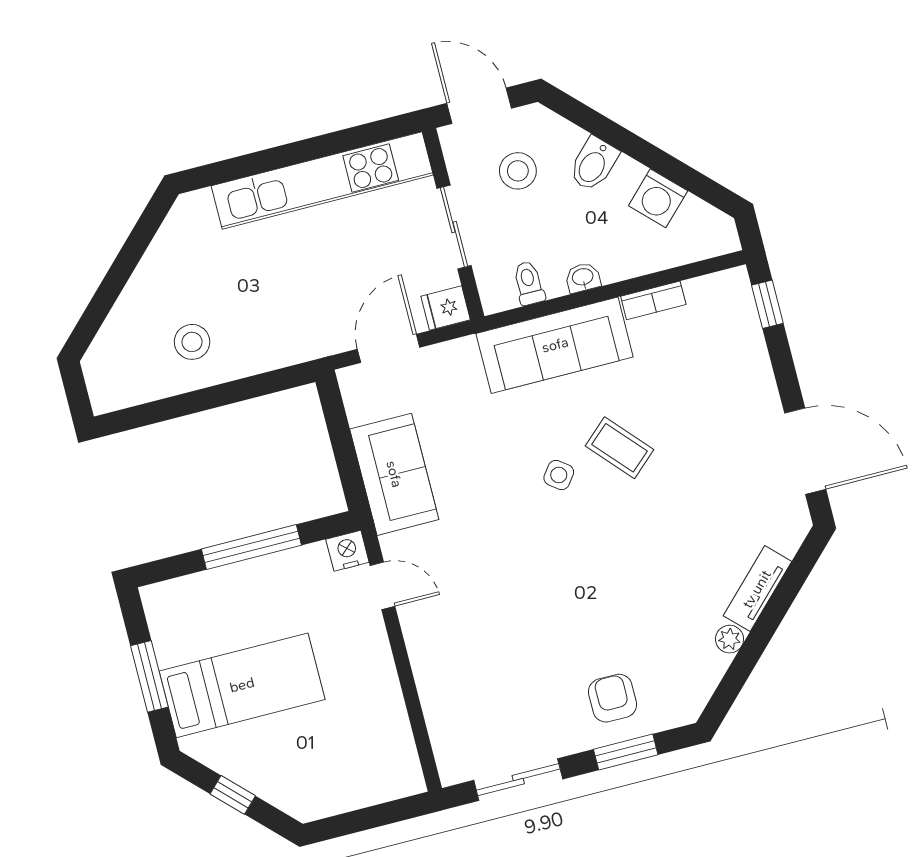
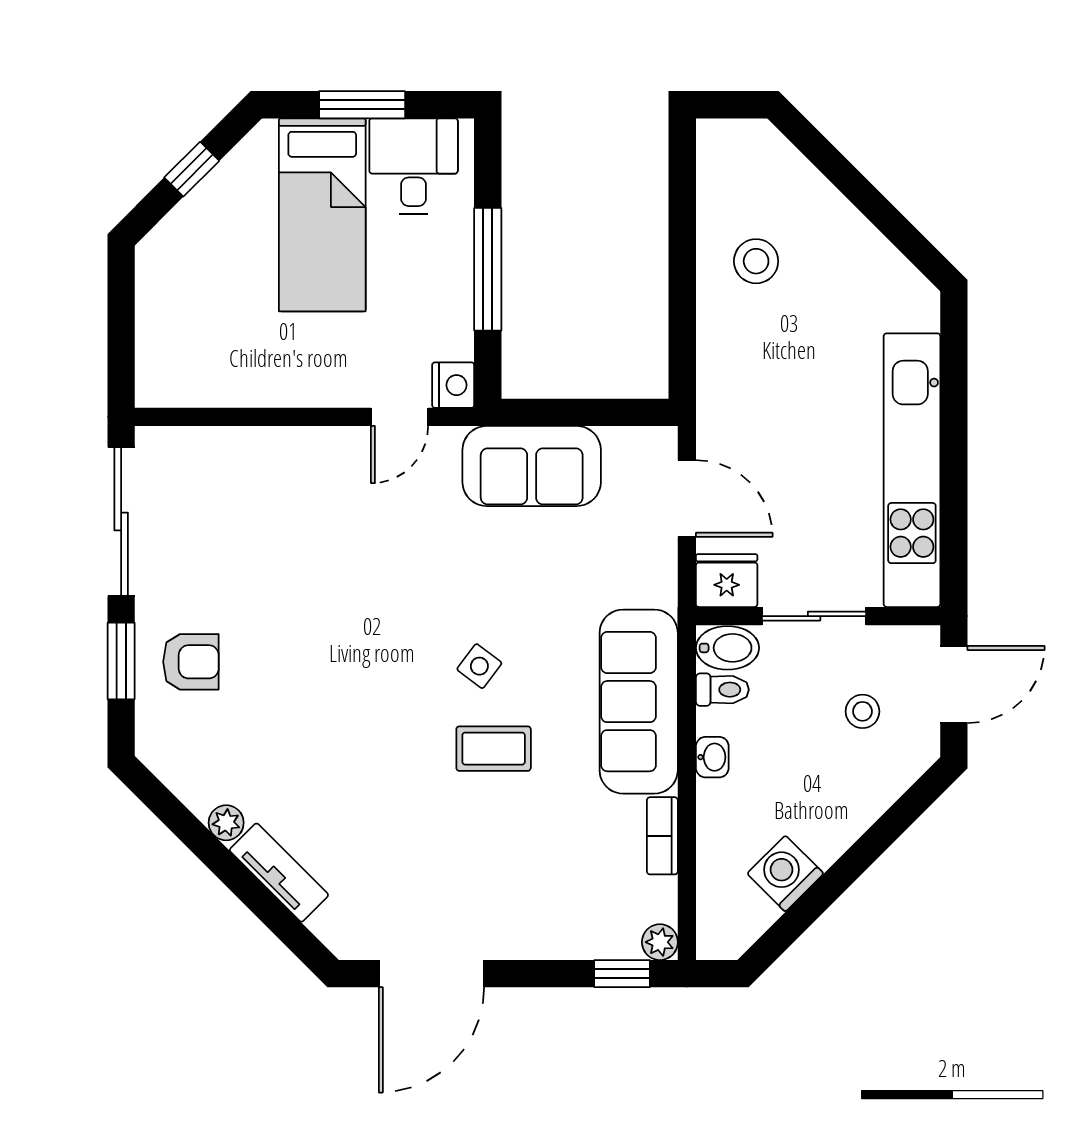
bidet: (594, 164) -> (727, 648), moved, turned 135
stool: (518, 171) -> (862, 711), width x0.73, depth x0.73
plant: (736, 281) -> (660, 942), added
fridge: (446, 308) -> (727, 581), width x1.38
coffee table: (620, 448) -> (494, 749), turned 42
desk: (186, 625) -> (414, 166), added
sliding door: (518, 780) -> (121, 521), width x1.37

